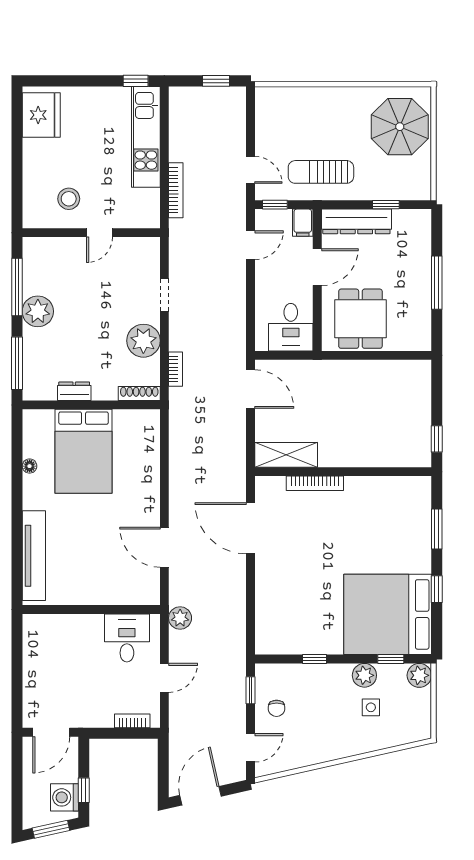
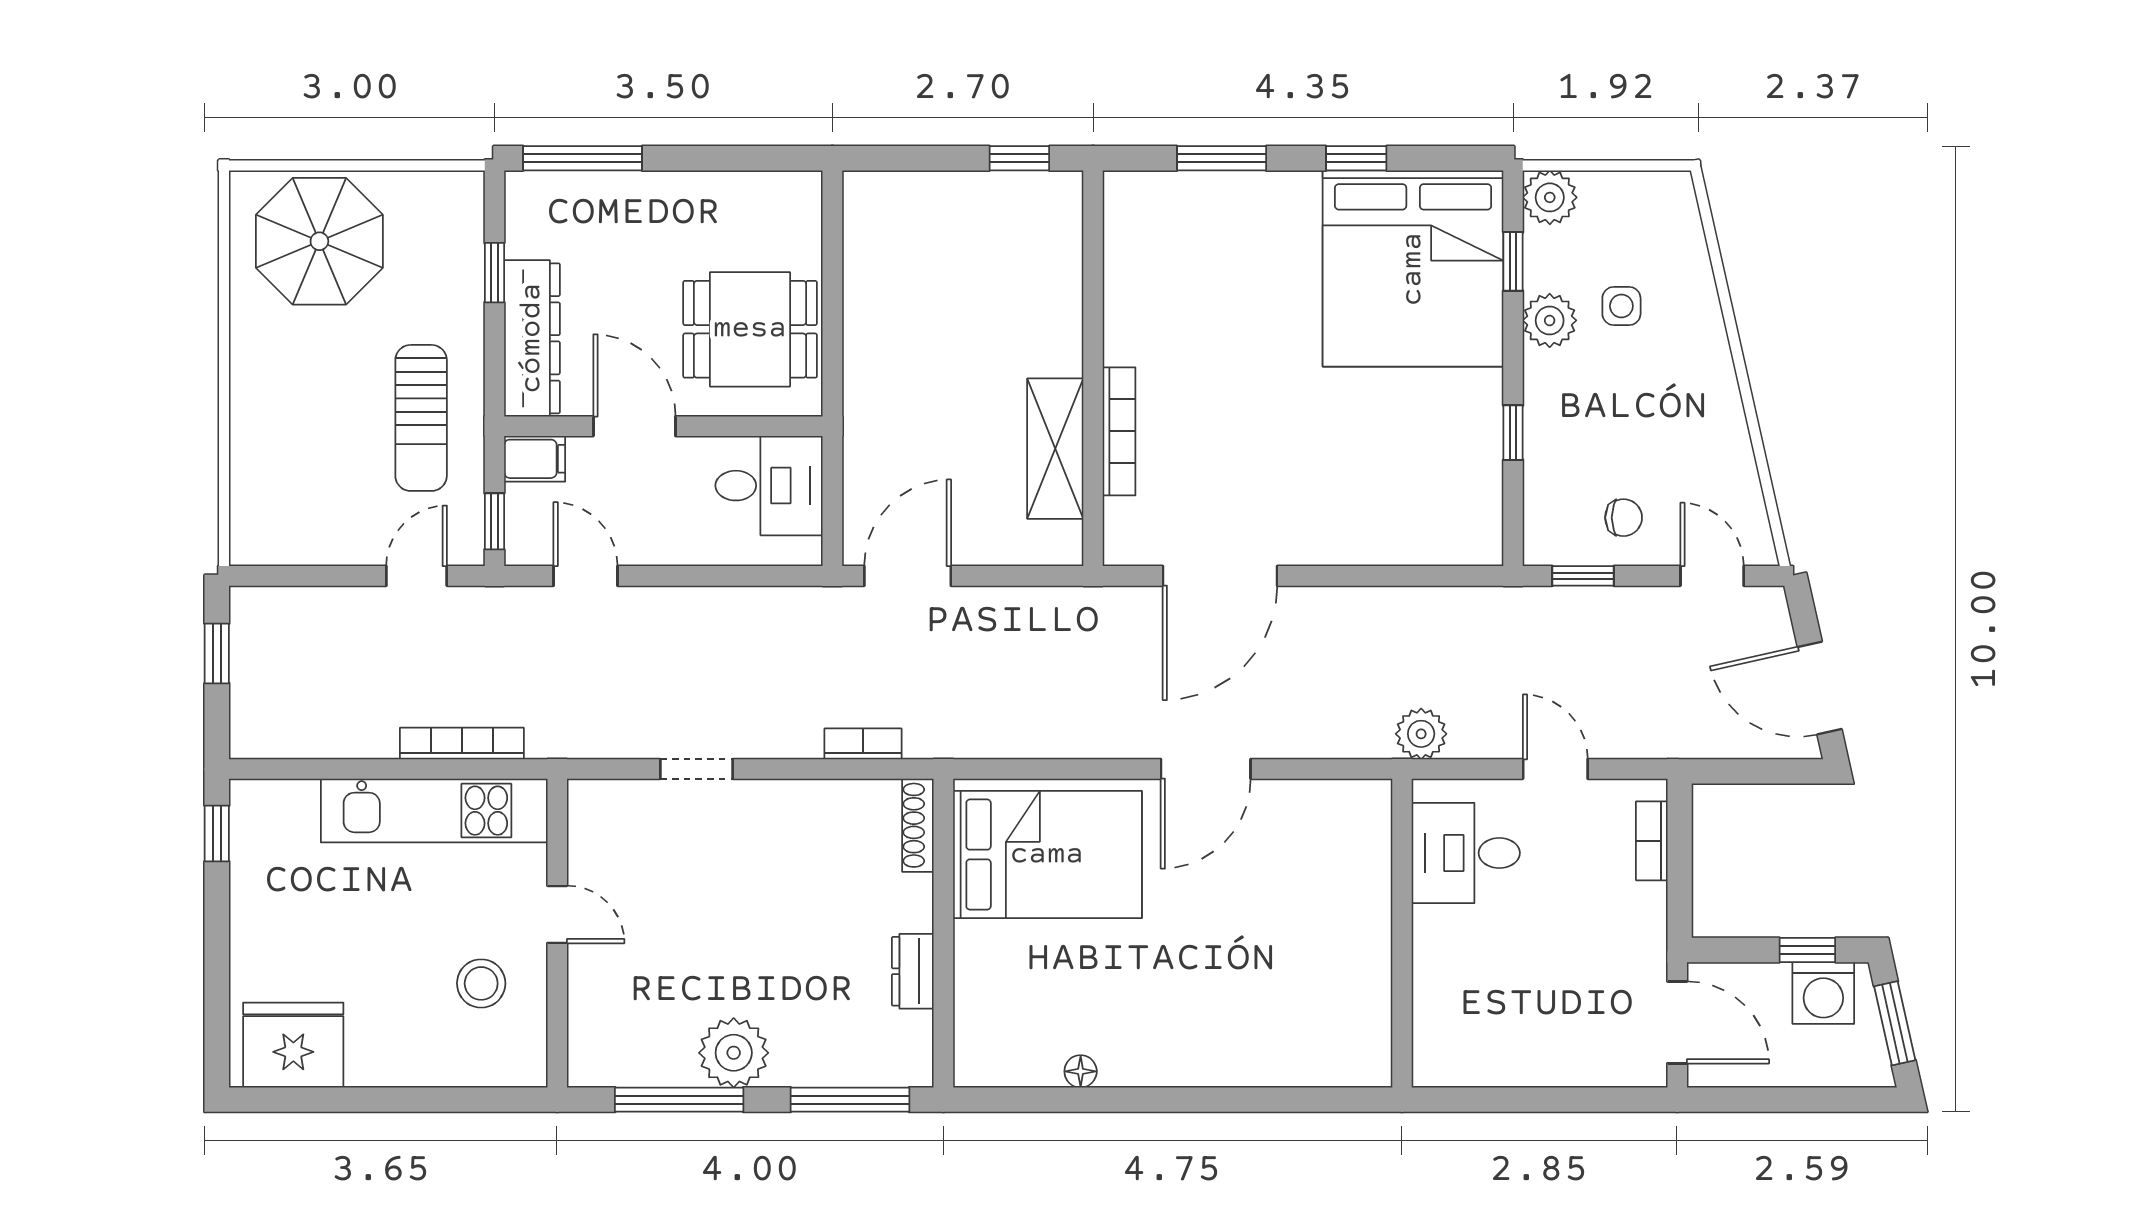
kitchen unit: (146, 137) -> (434, 811), moved
window: (437, 283) -> (583, 158), moved
plant: (143, 341) -> (799, 816), removed
bed: (84, 451) -> (1047, 855), moved
shelving: (286, 455) -> (1055, 449), moved
door: (164, 547) -> (1206, 769), moved
tv unit: (34, 556) -> (1281, 1062), removed

